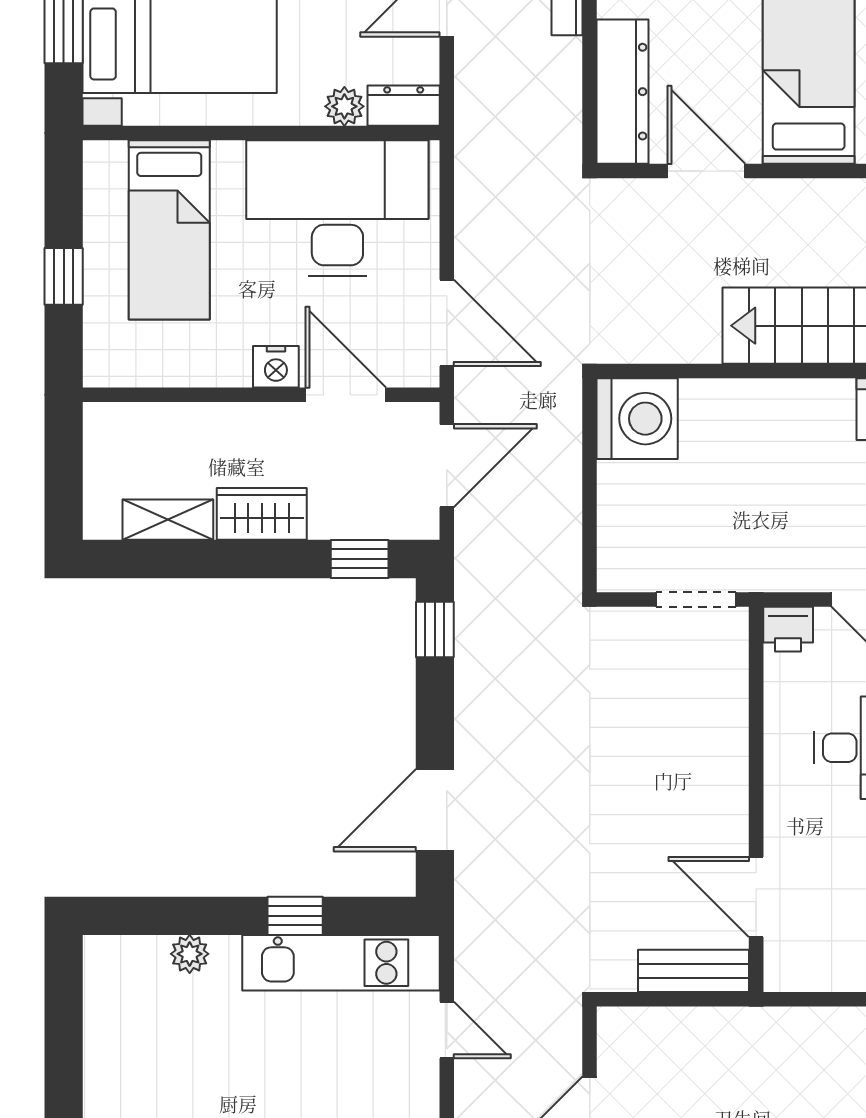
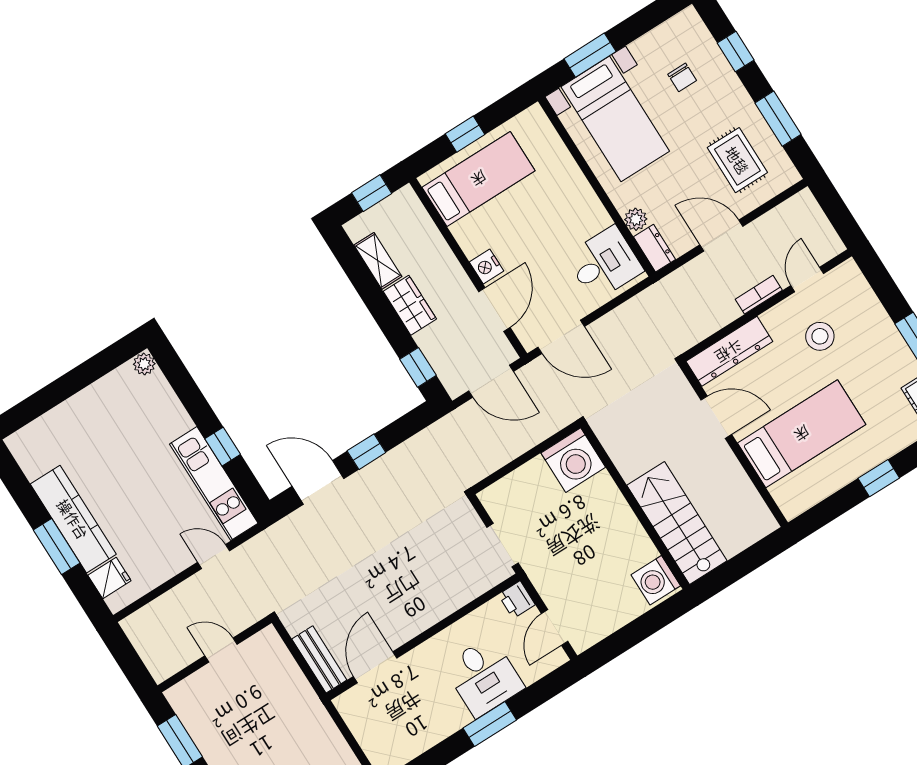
door: (706, 171) -> (716, 417), hinge flipped
desk: (337, 208) -> (604, 263), width x0.53, depth x0.77
bed: (169, 230) -> (479, 179), moved, turned 180
door: (447, 323) -> (561, 337), hinge flipped
window: (64, 466) -> (372, 193), added
window: (435, 629) -> (366, 452), moved
plant: (190, 954) -> (144, 364), moved
door: (447, 1030) -> (214, 556), swing flipped

